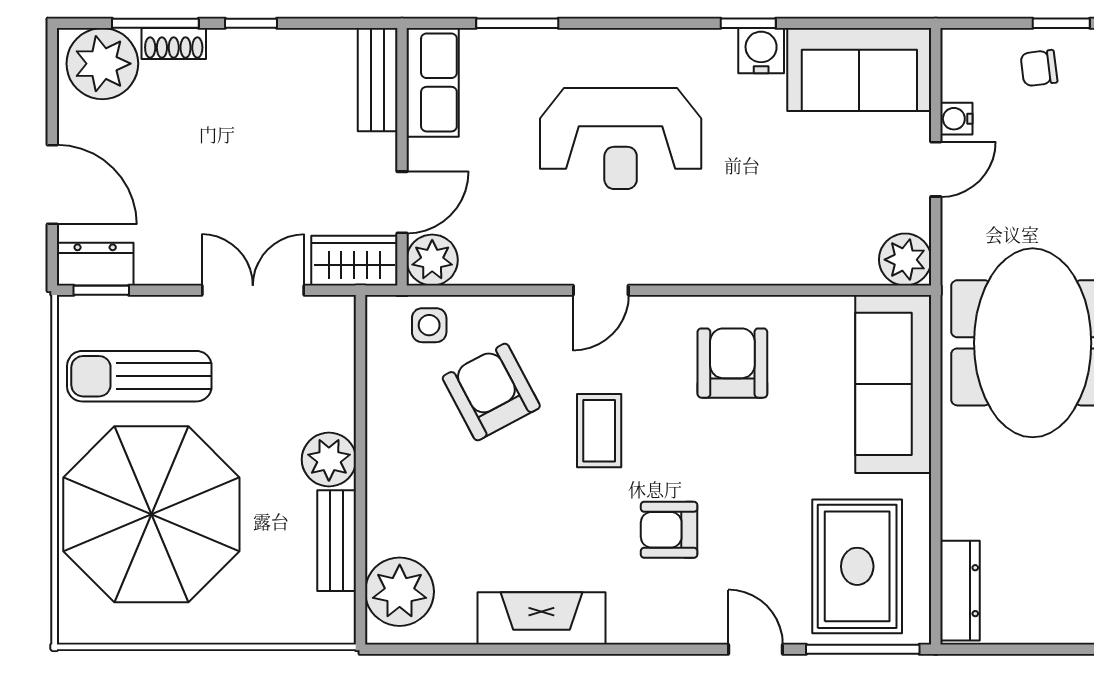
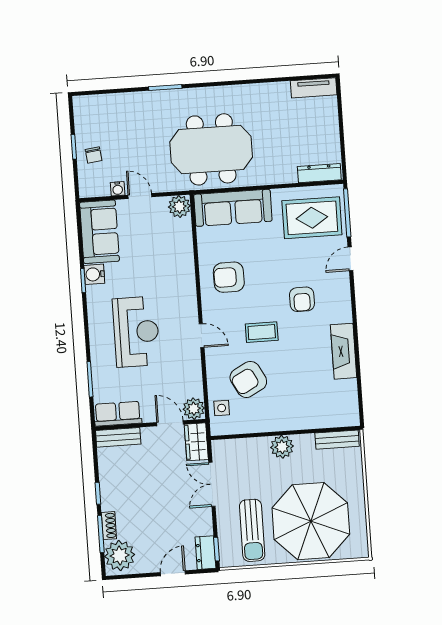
door: (52, 185) -> (173, 573), width x0.73
bench: (337, 541) -> (337, 440), moved
plant: (400, 592) -> (336, 413), removed

